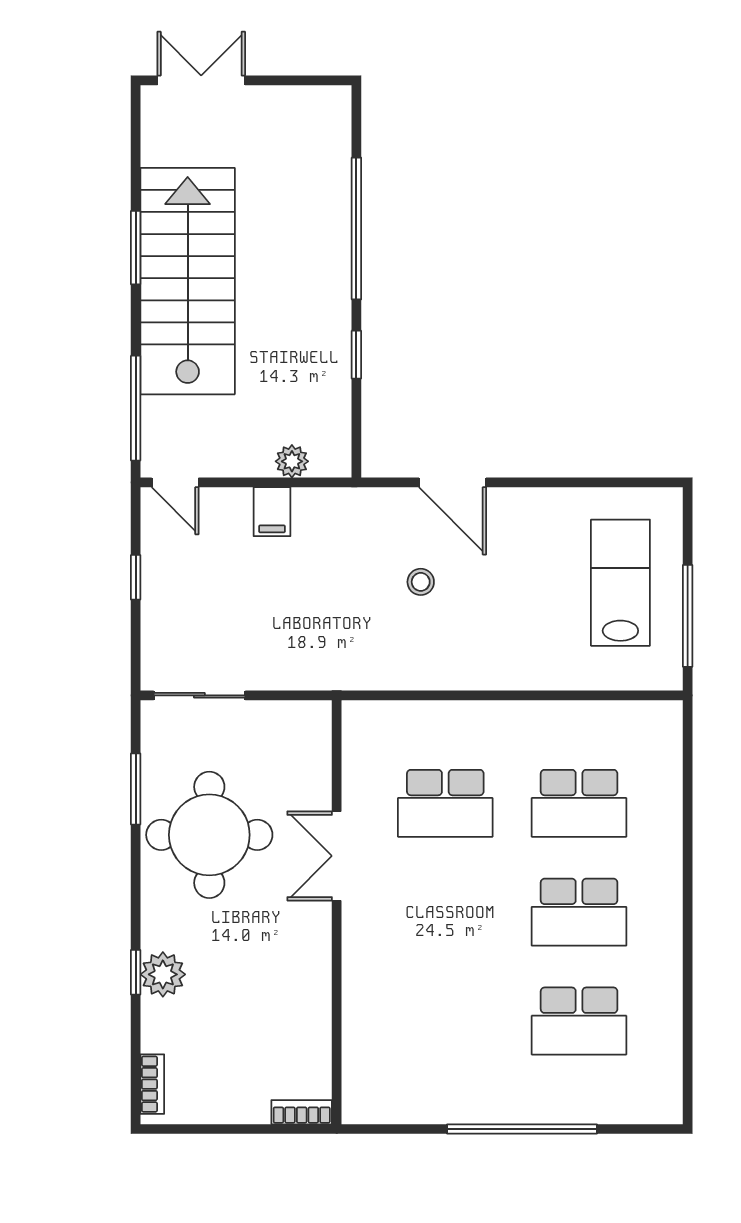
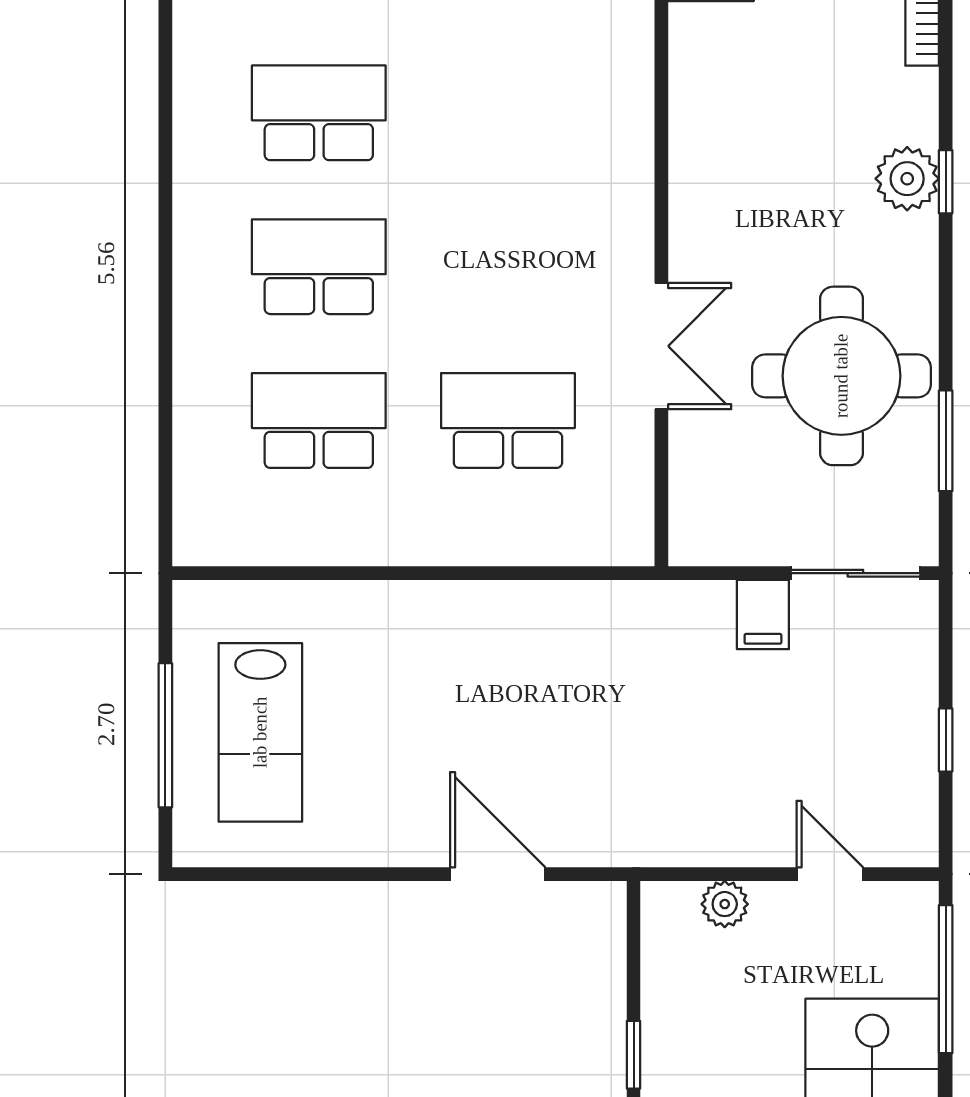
door: (175, 482) -> (830, 874), moved
filing cabinet: (272, 512) -> (763, 615), moved, turned 180
stool: (421, 582) -> (543, 734), removed
window: (688, 616) -> (165, 735), moved

